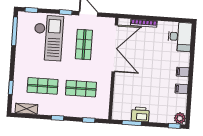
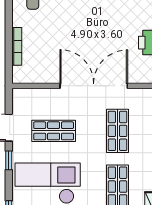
double door: (115, 48) -> (94, 86), moved

